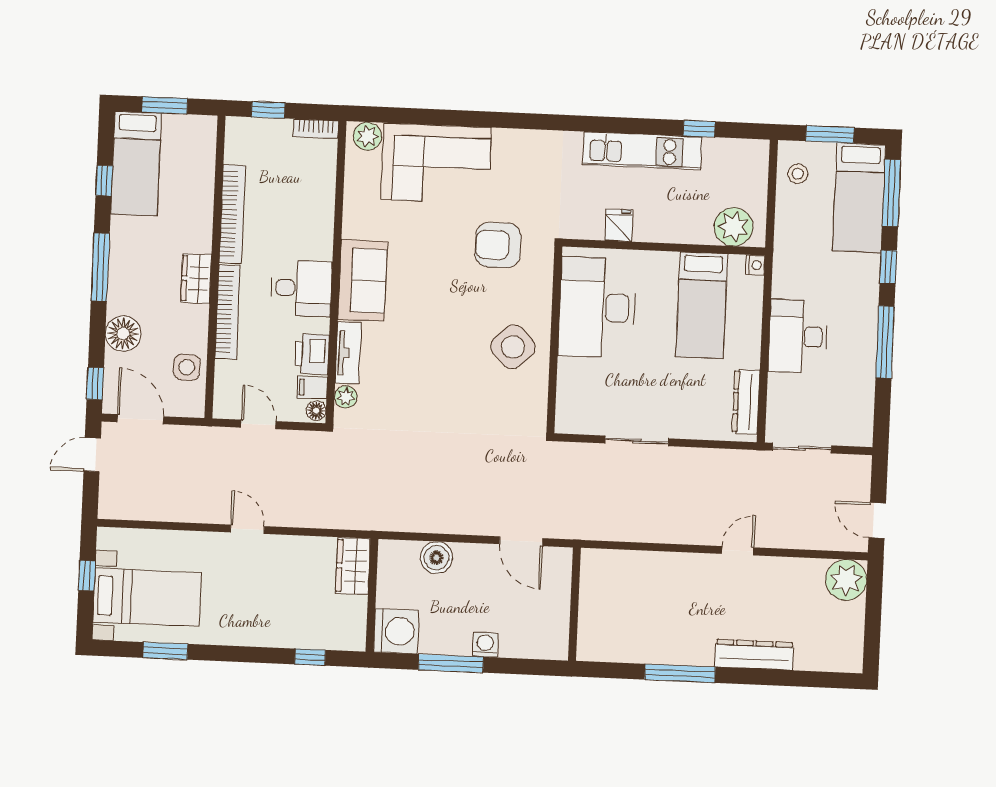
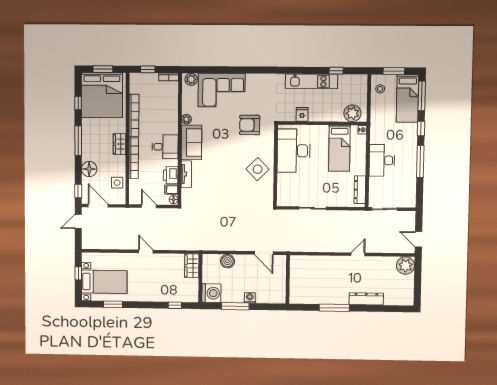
bed: (136, 164) -> (102, 95), width x2.04
plant: (346, 397) -> (186, 119), moved

